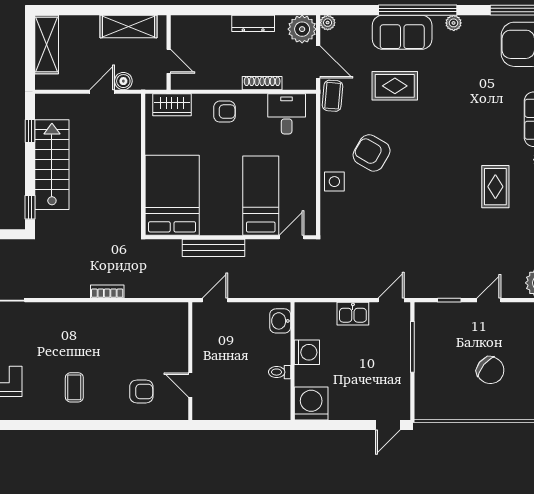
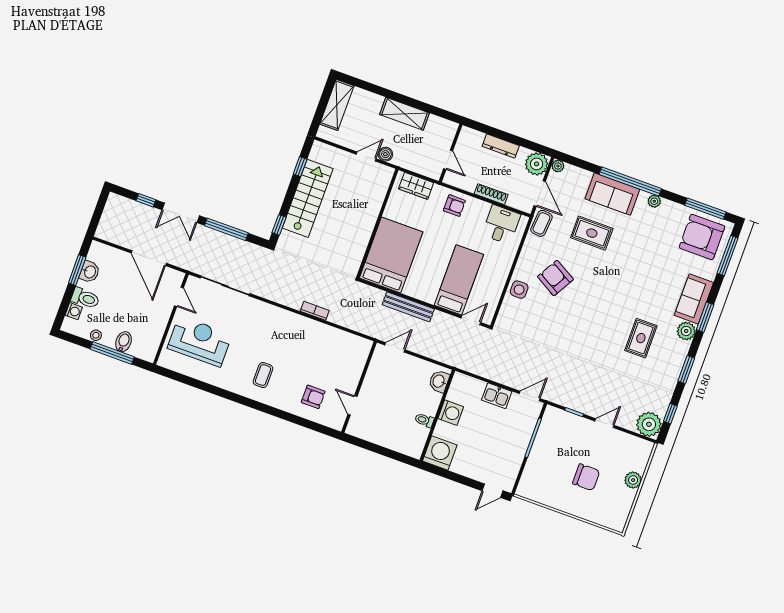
wall: (169, 52) -> (451, 153), moved
door: (169, 61) -> (448, 160), moved
chair: (490, 370) -> (586, 477), turned -39

